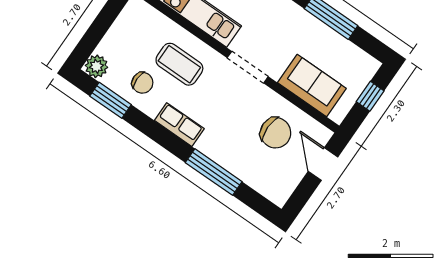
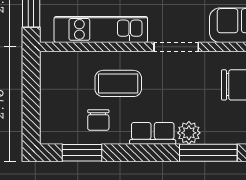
plant: (96, 66) -> (189, 133), moved
chair: (142, 83) -> (98, 120), turned 90

